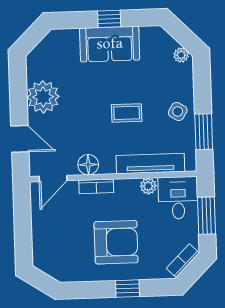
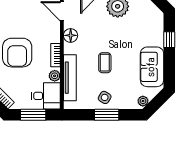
window: (109, 19) -> (169, 40), moved
sofa: (110, 44) -> (152, 67), moved
window: (204, 132) -> (107, 115), moved
bookcase: (96, 186) -> (56, 55), moved

